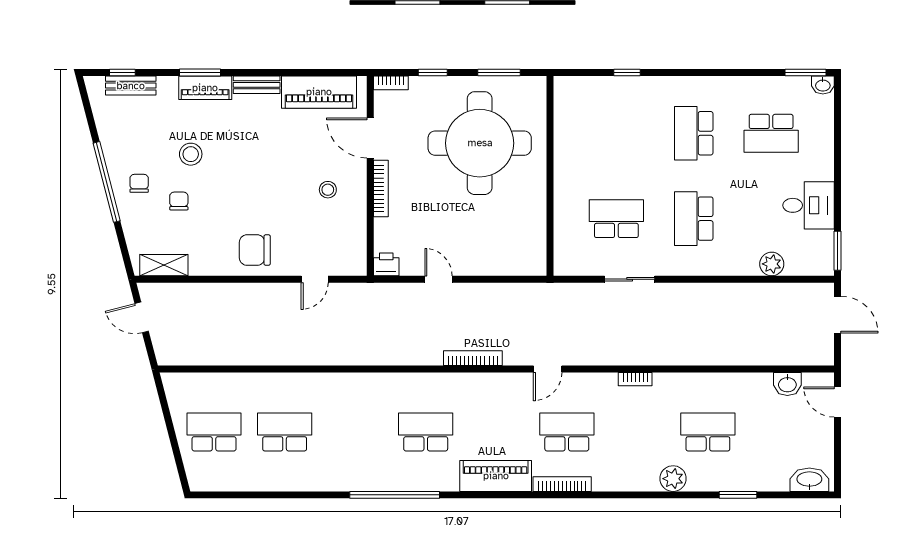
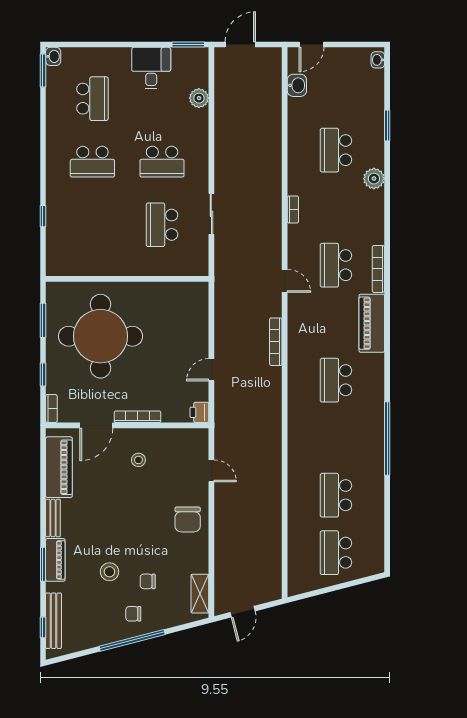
bench: (131, 86) -> (54, 621), width x1.36
washbasin: (809, 480) -> (378, 60), width x0.52, depth x0.69
window: (395, 495) -> (387, 438), moved

